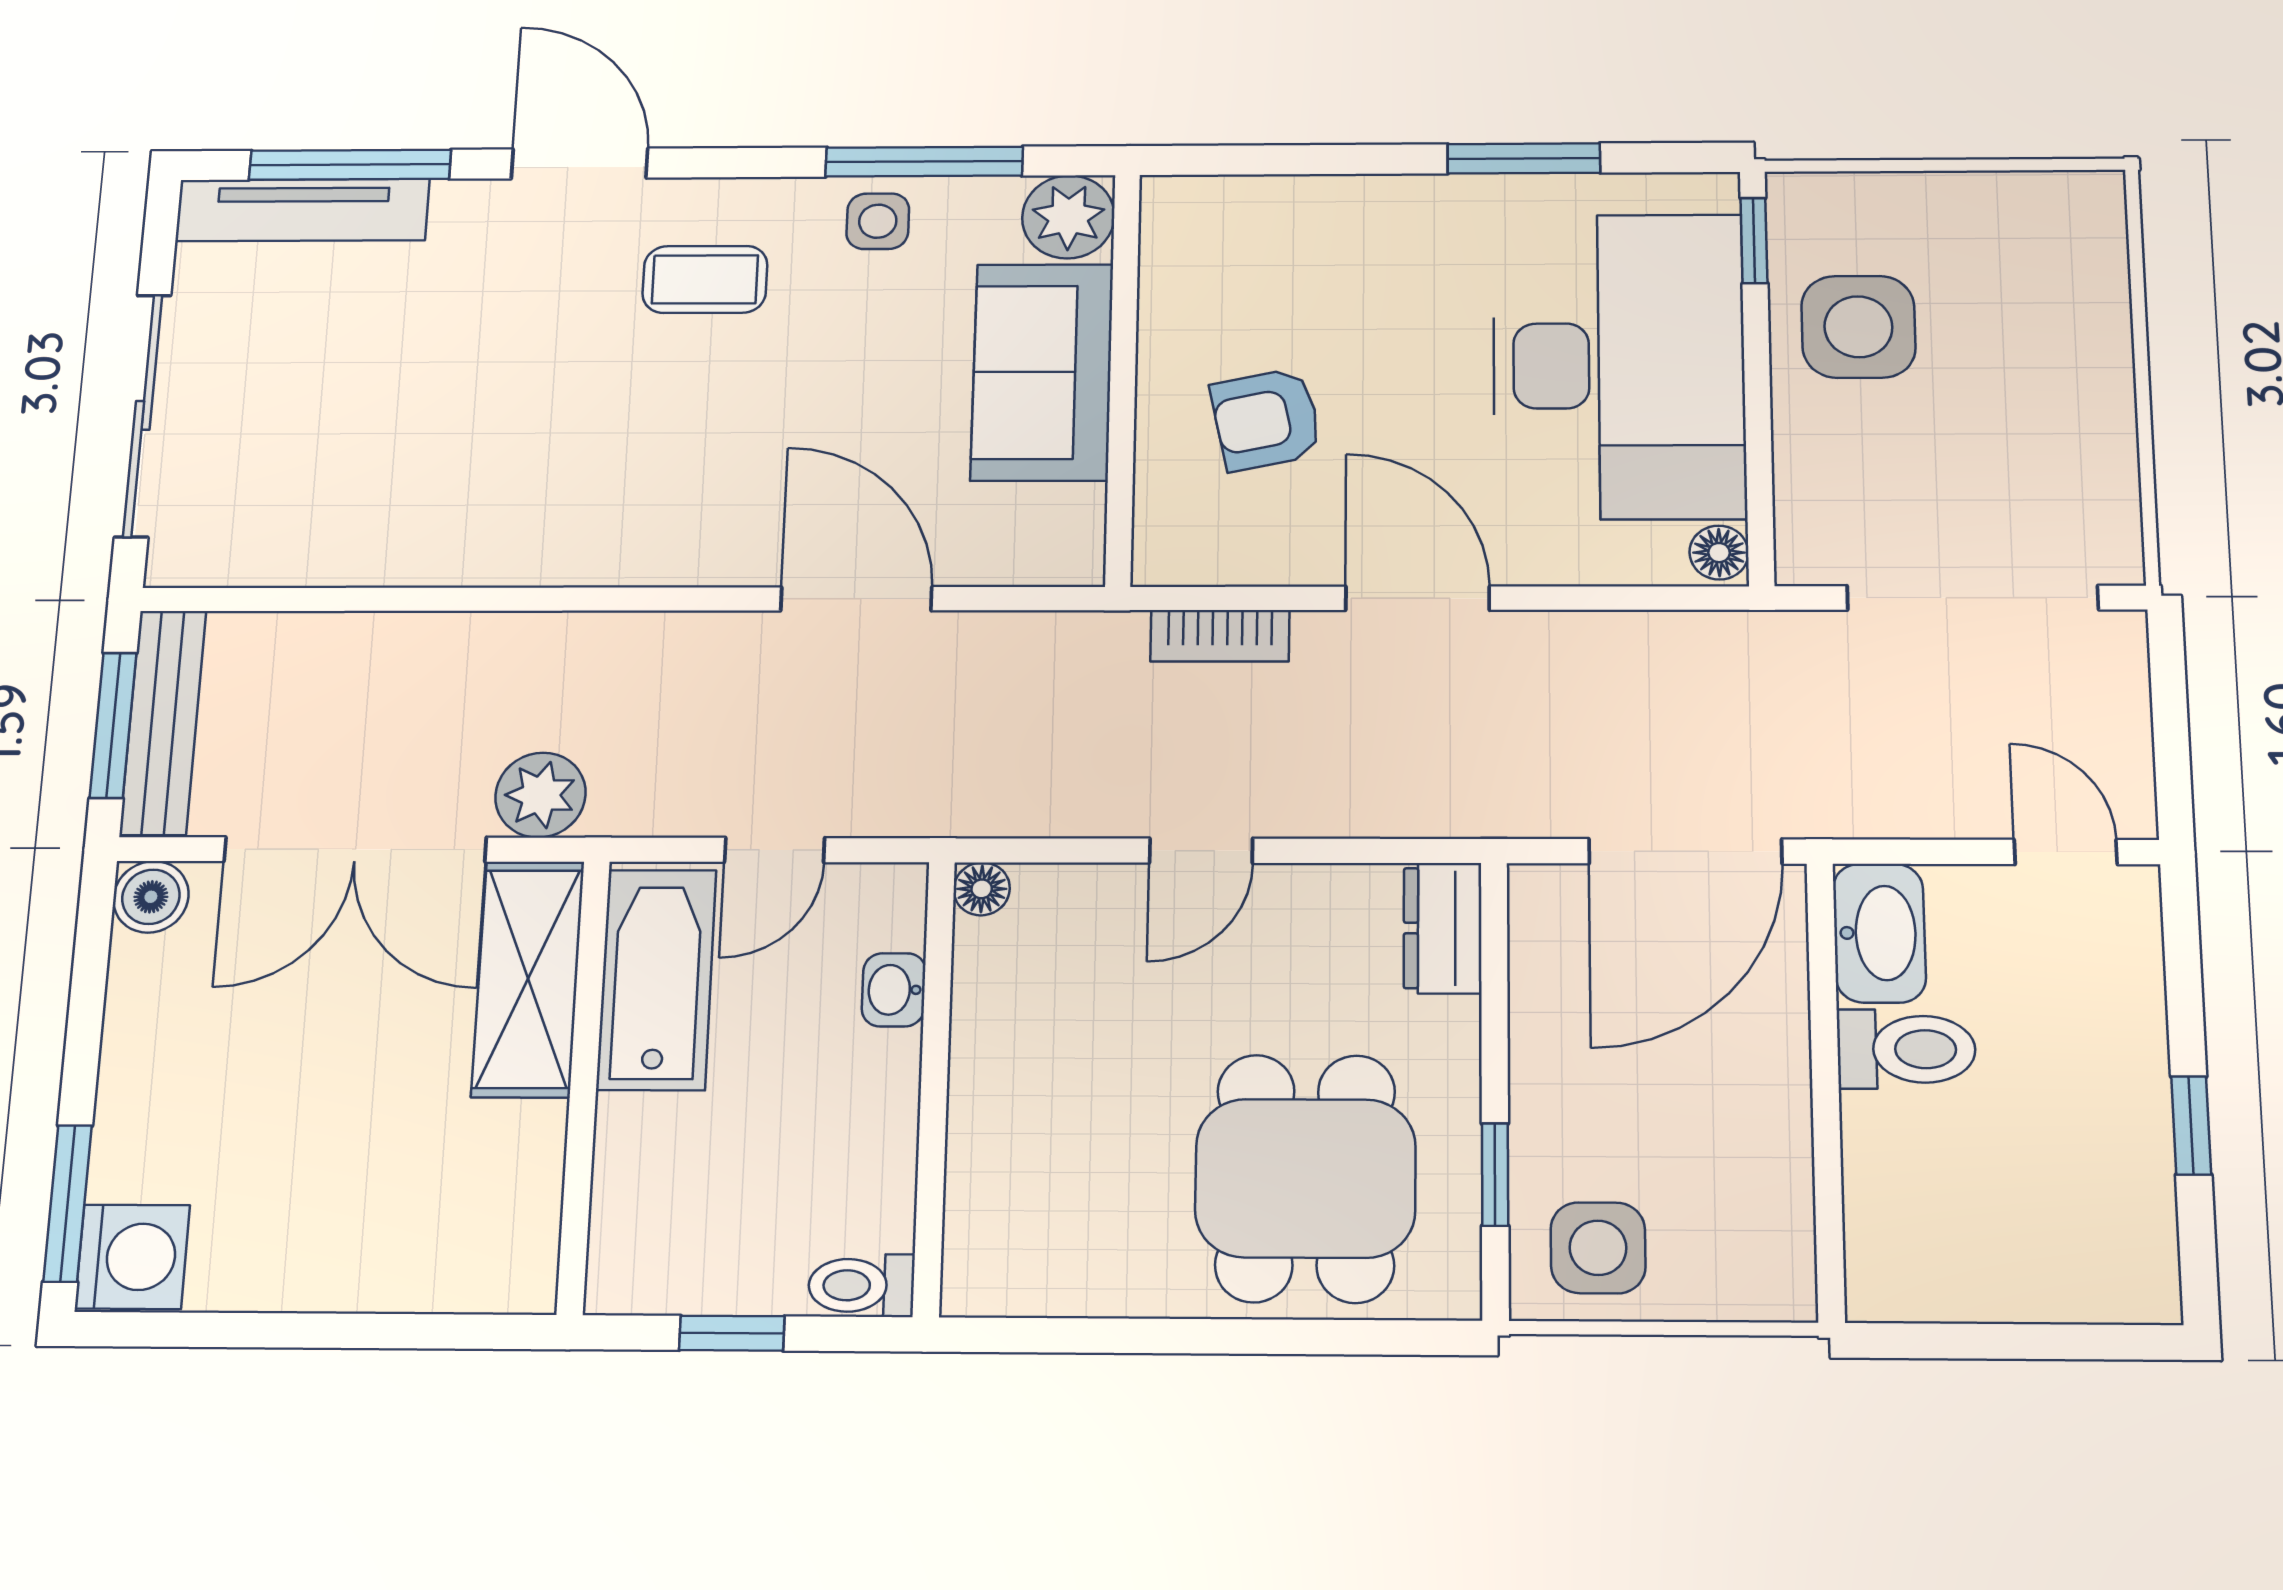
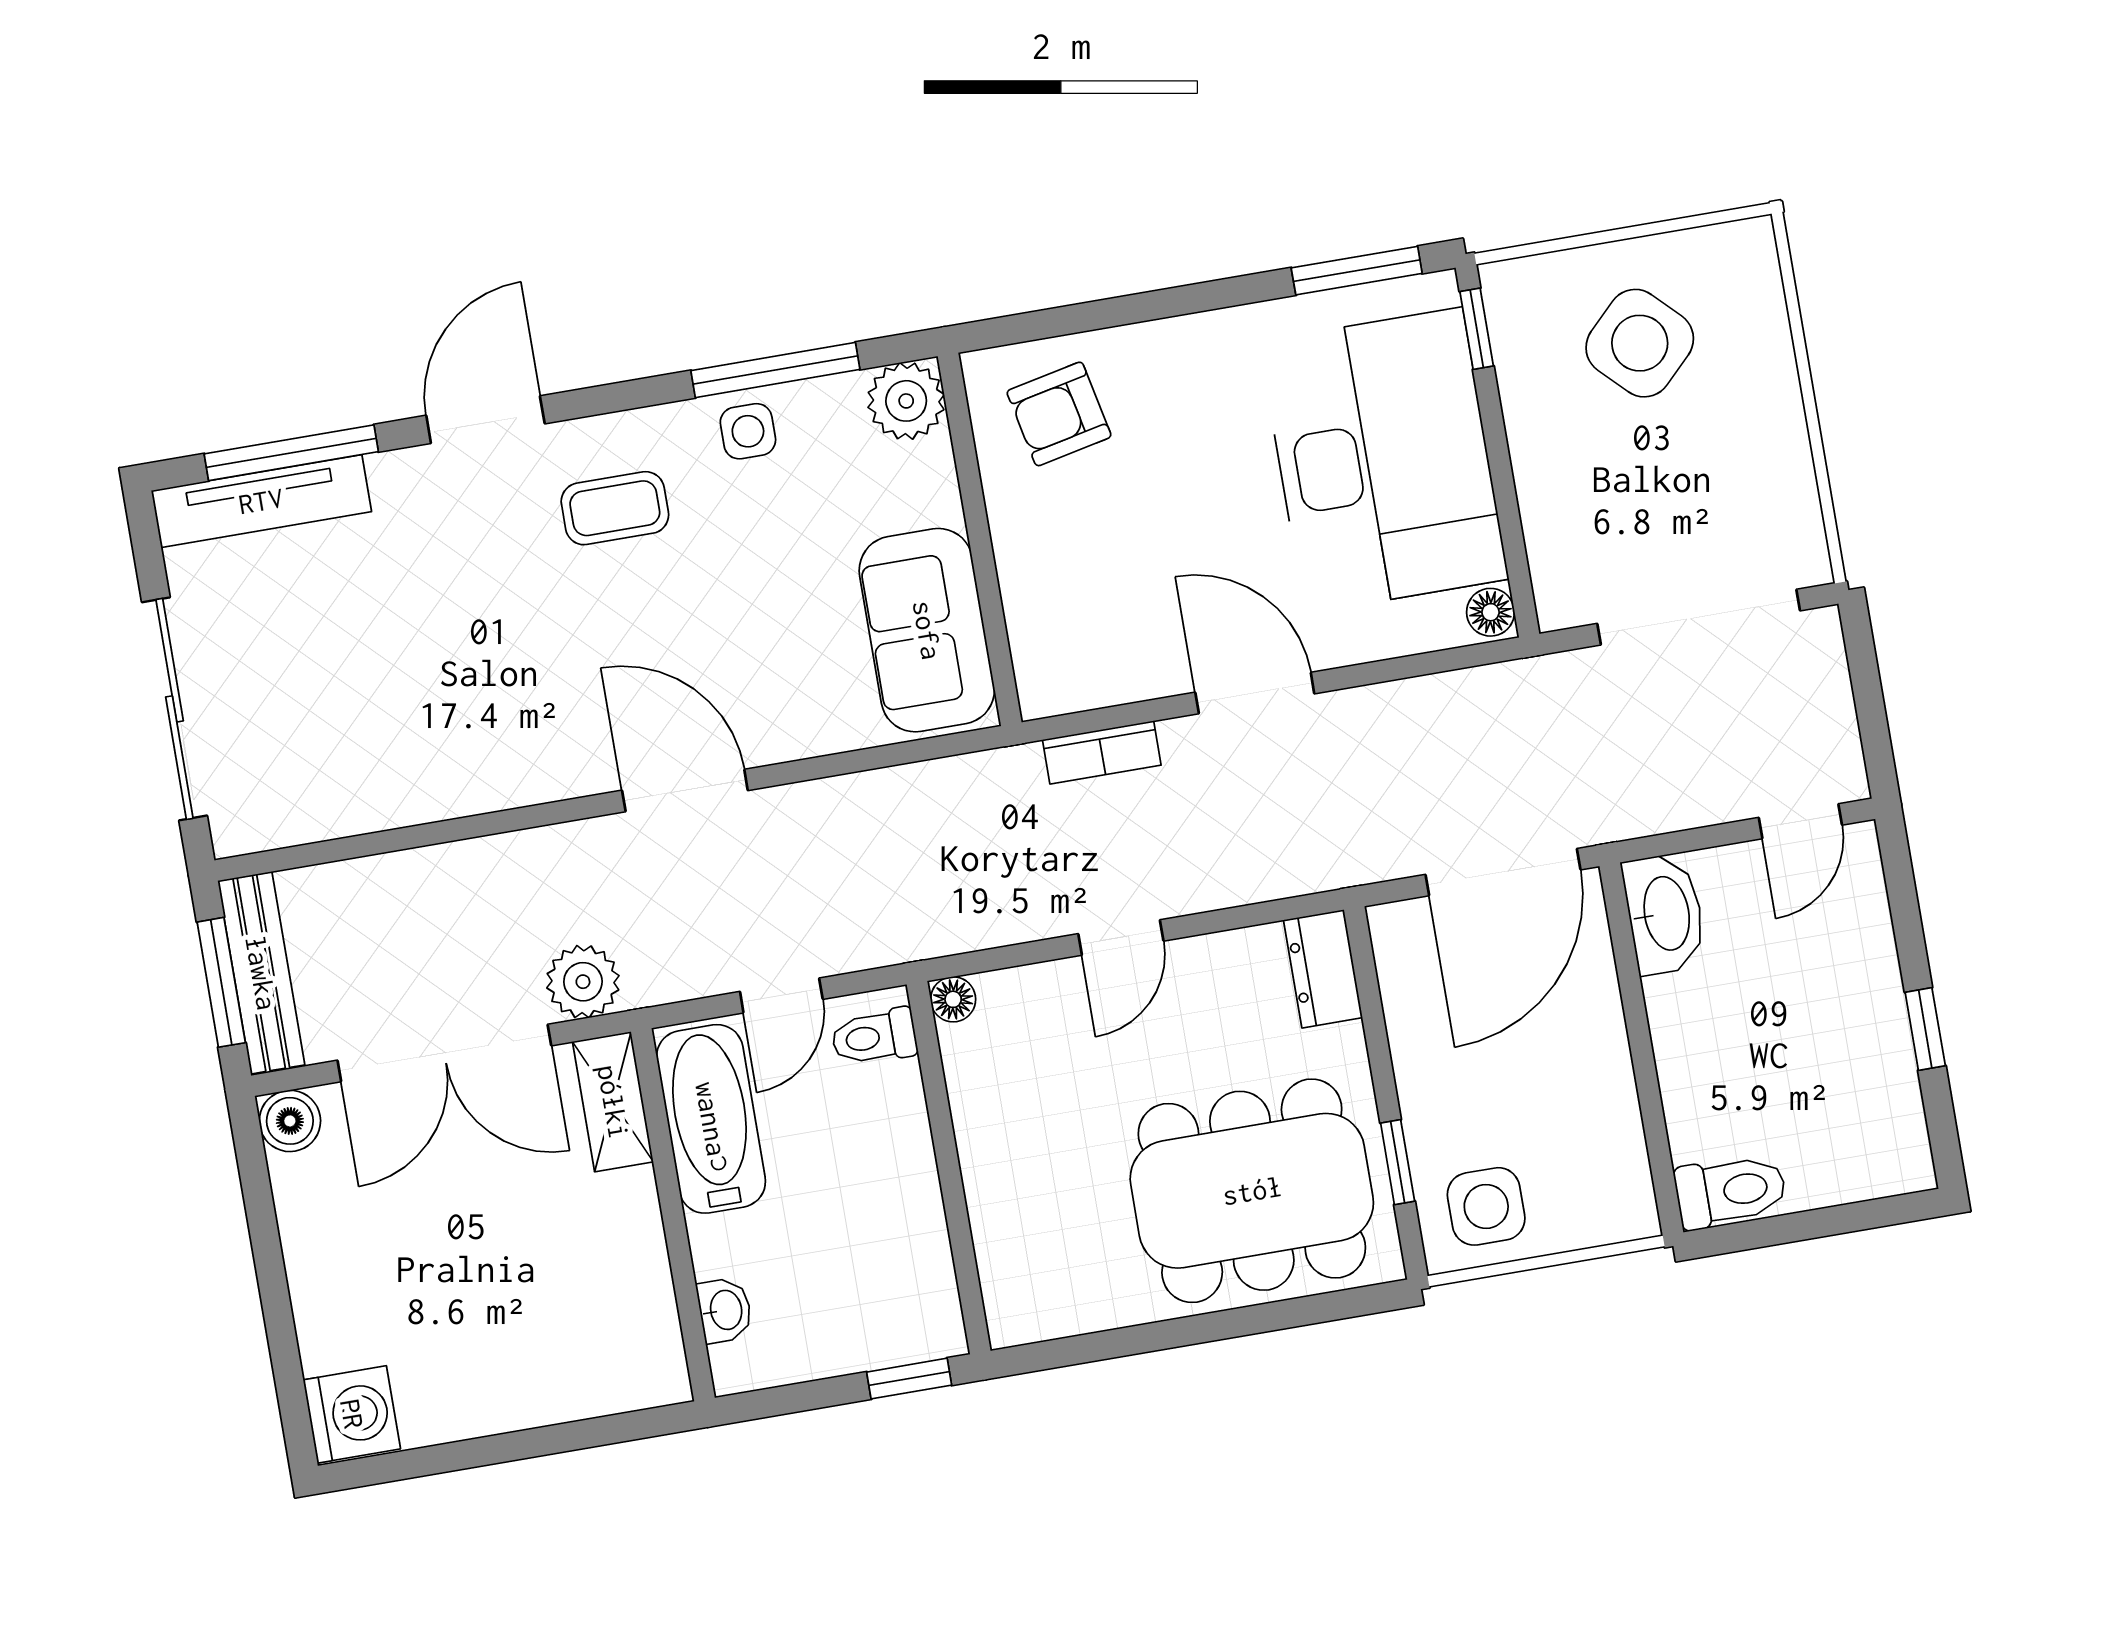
window: (1524, 158) -> (1357, 271), moved
door: (580, 163) -> (485, 420), hinge flipped
side table: (1858, 327) -> (1640, 343), moved, turned 45
sofa: (1042, 372) -> (927, 630), moved
armchair: (1266, 419) -> (1059, 414), moved
door: (856, 599) -> (685, 790), moved
door: (2066, 852) -> (1800, 821), swing flipped
shelving: (528, 979) -> (613, 1102), width x0.67, depth x0.75
washbasin: (894, 990) -> (725, 1310), moved, turned 180
toilet: (1906, 1049) -> (1731, 1191), moved
dining table: (1305, 1178) -> (1252, 1191), width x1.38
window: (68, 1203) -> (289, 1381), removed
toilet: (861, 1285) -> (874, 1037), moved
window: (732, 1333) -> (909, 1379), moved

